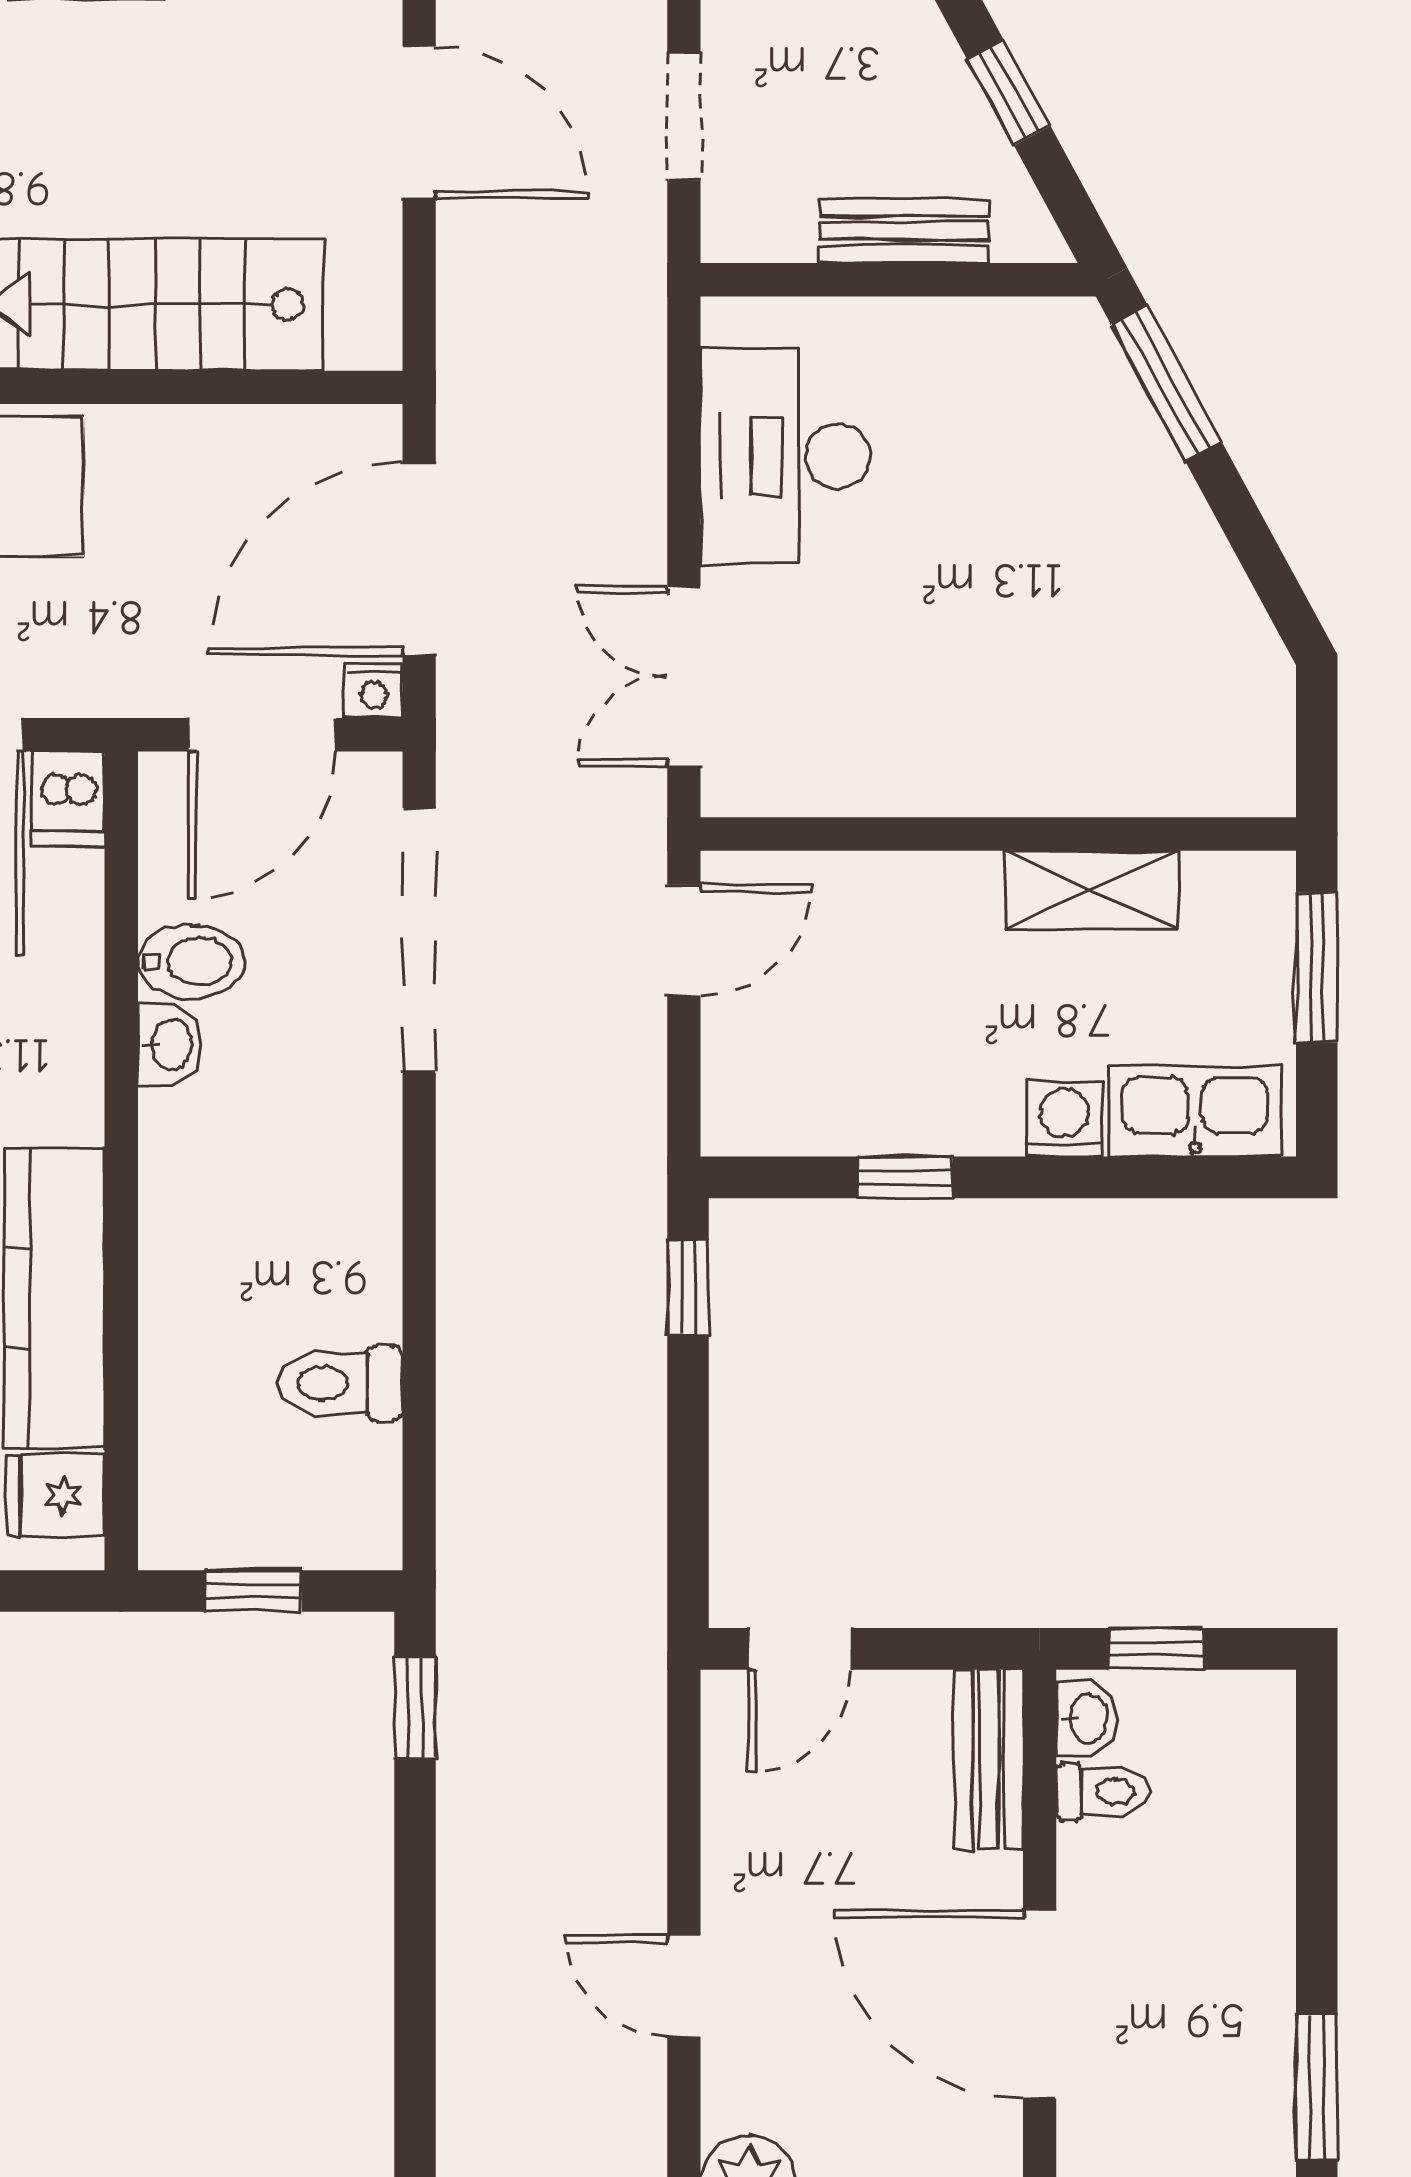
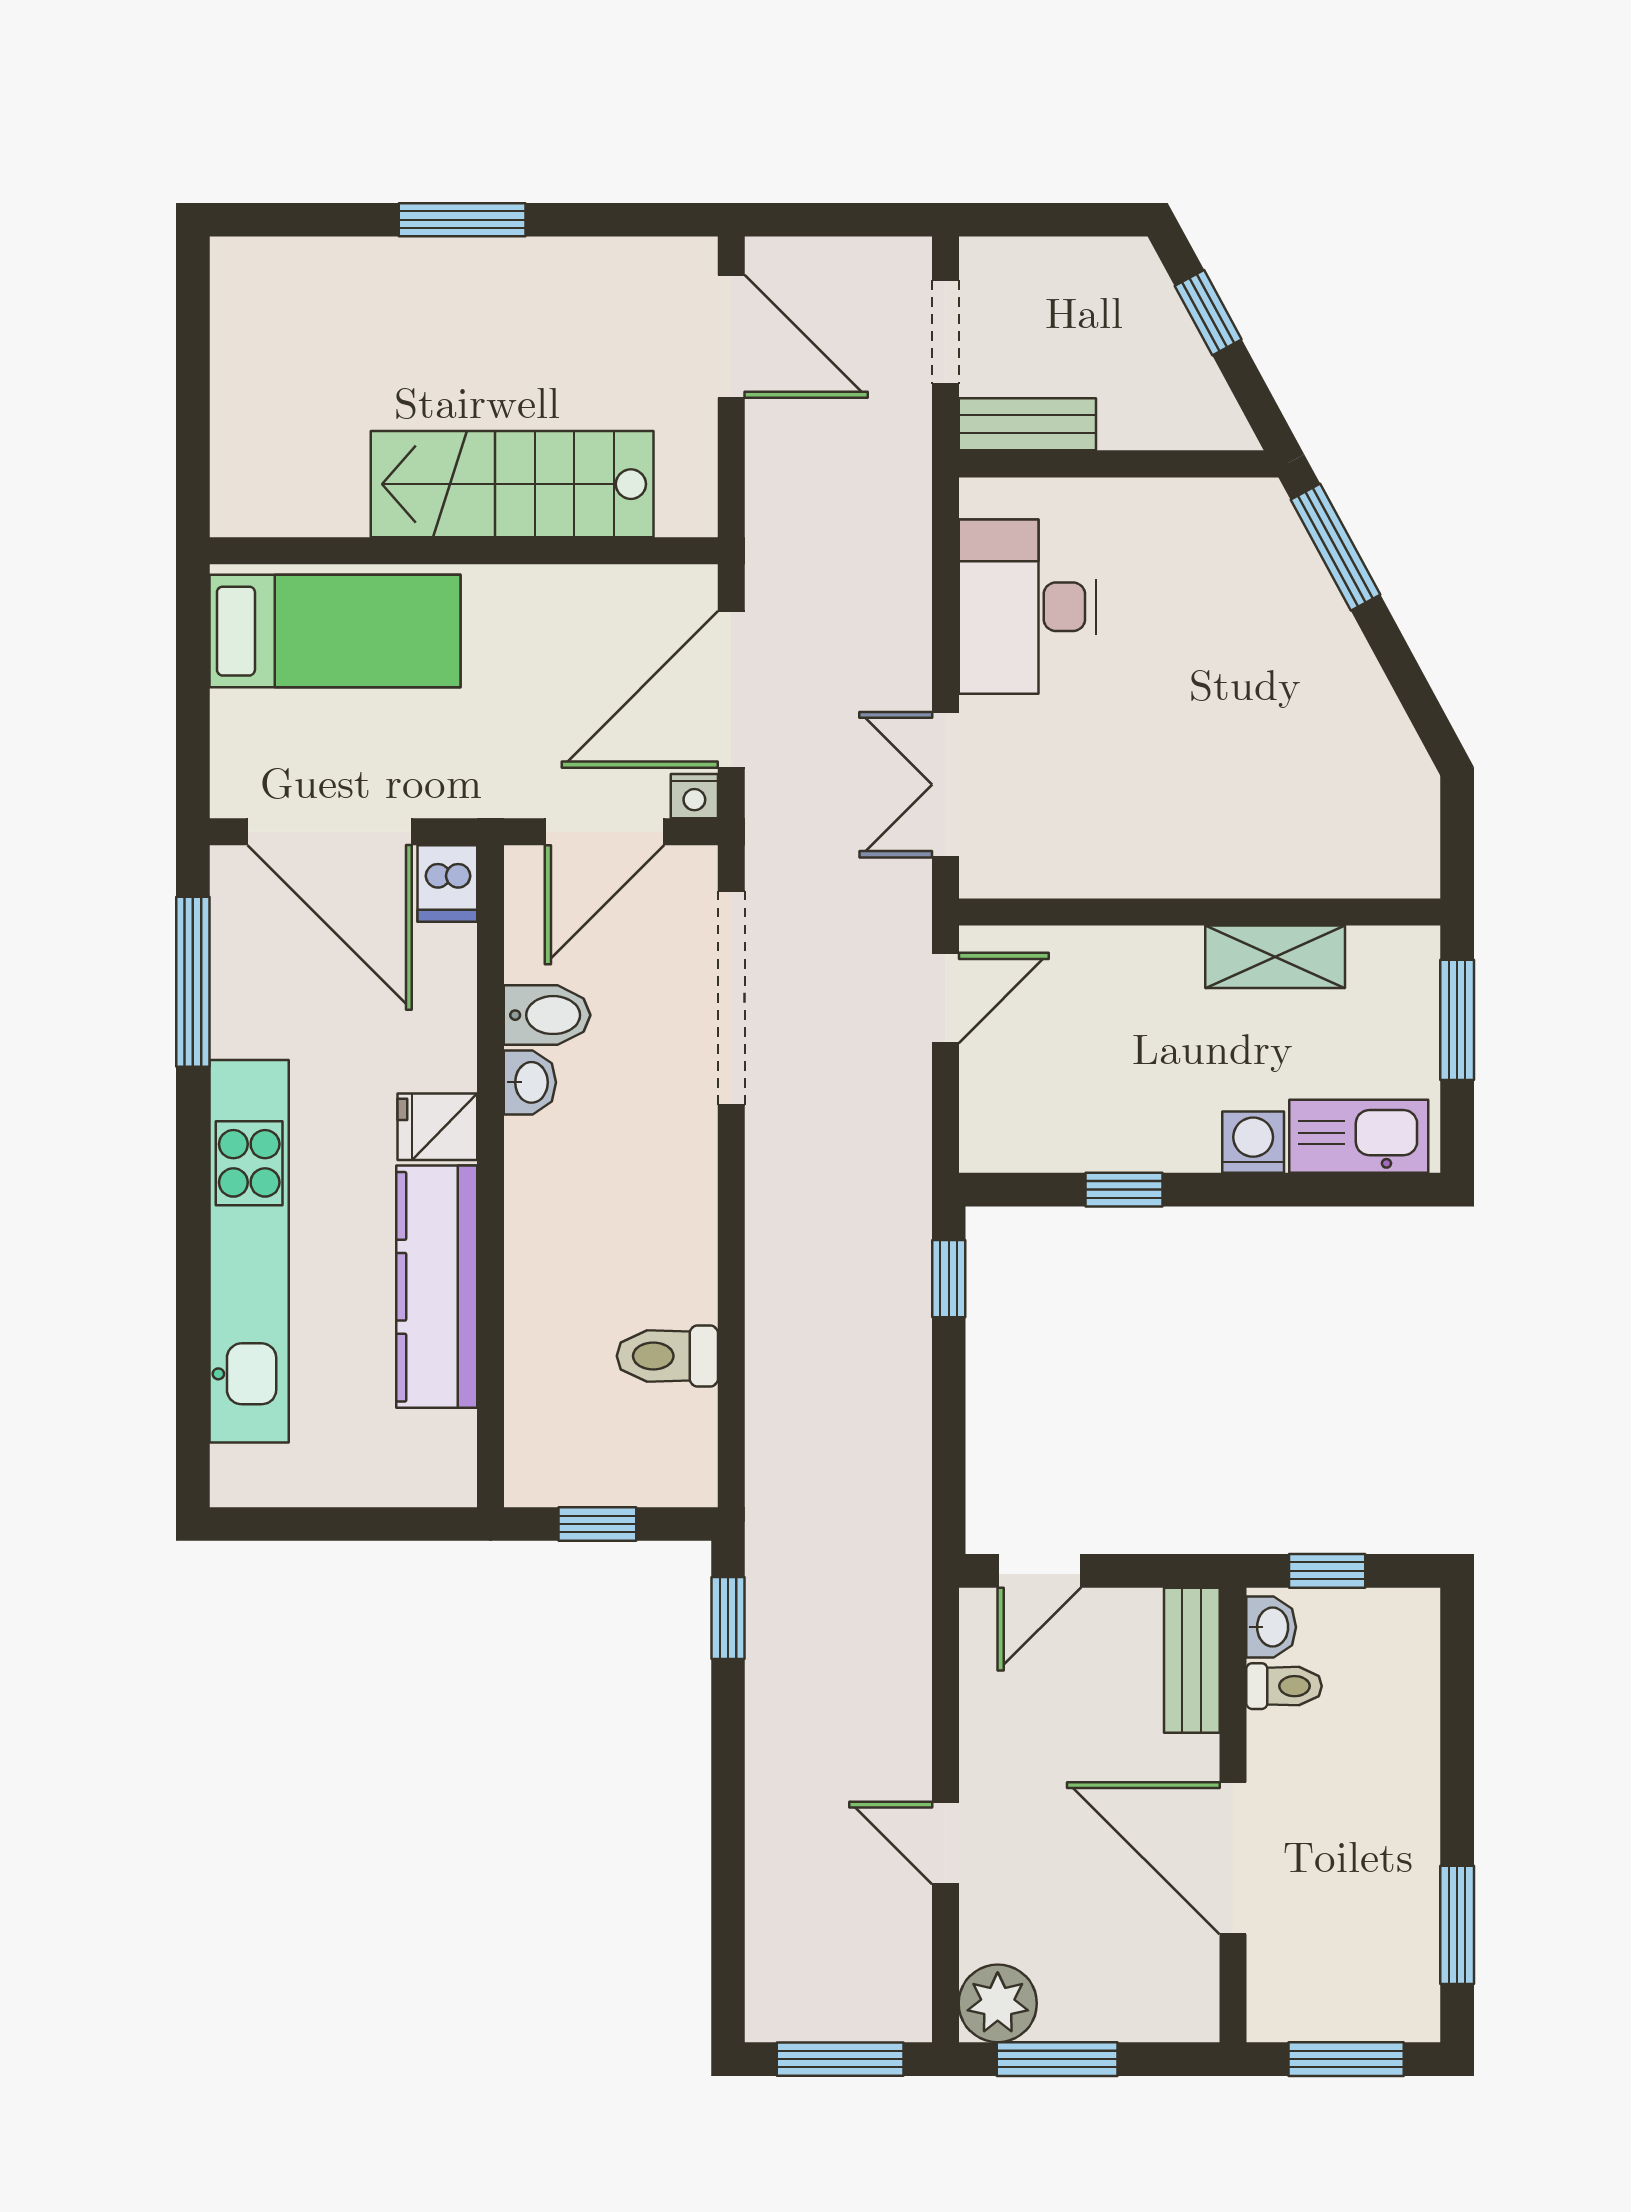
bench: (904, 231) -> (1027, 424), moved
fridge: (56, 1495) -> (437, 1127), moved

